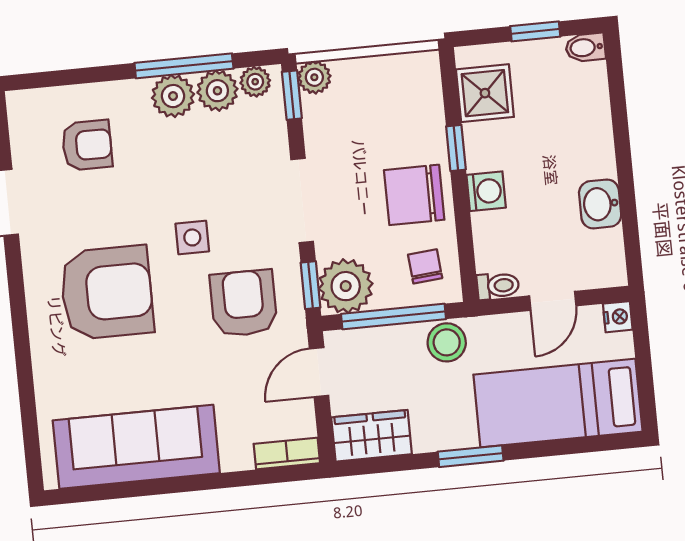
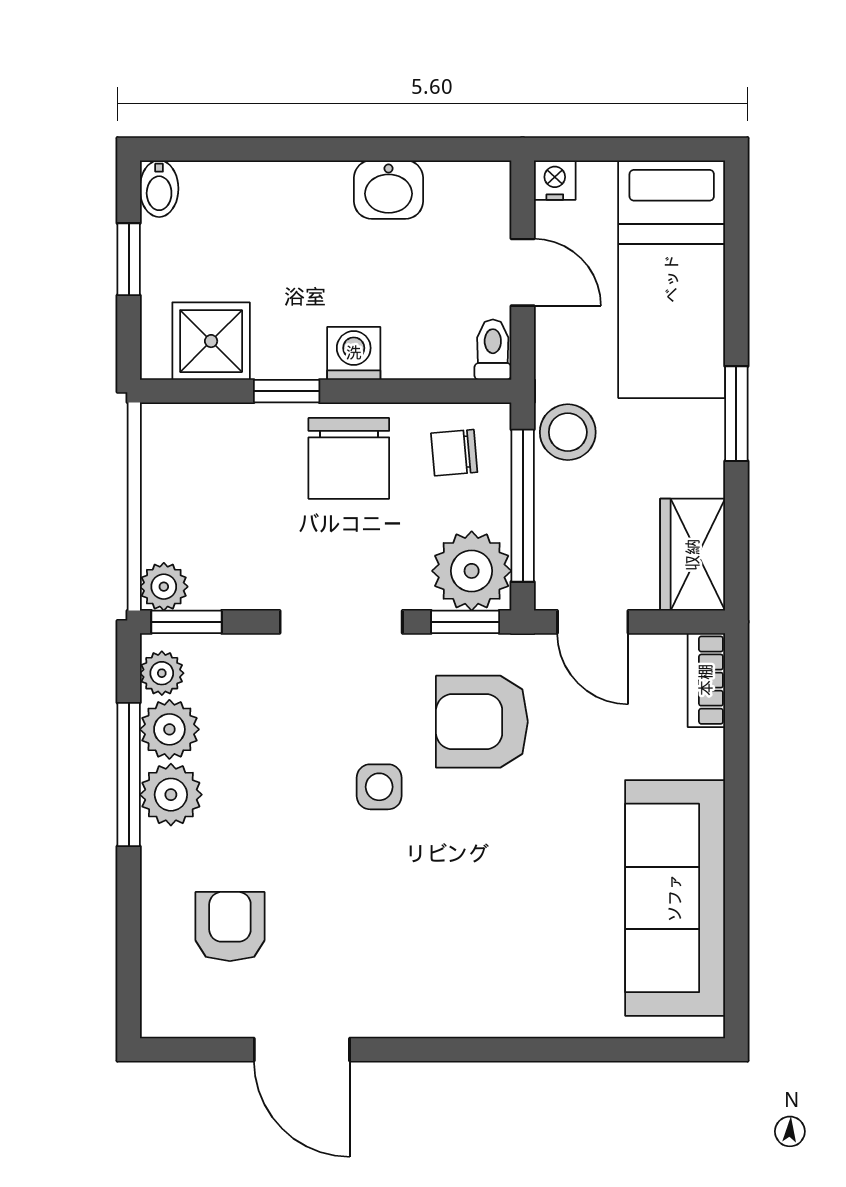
armchair: (107, 293) -> (447, 919), removed

